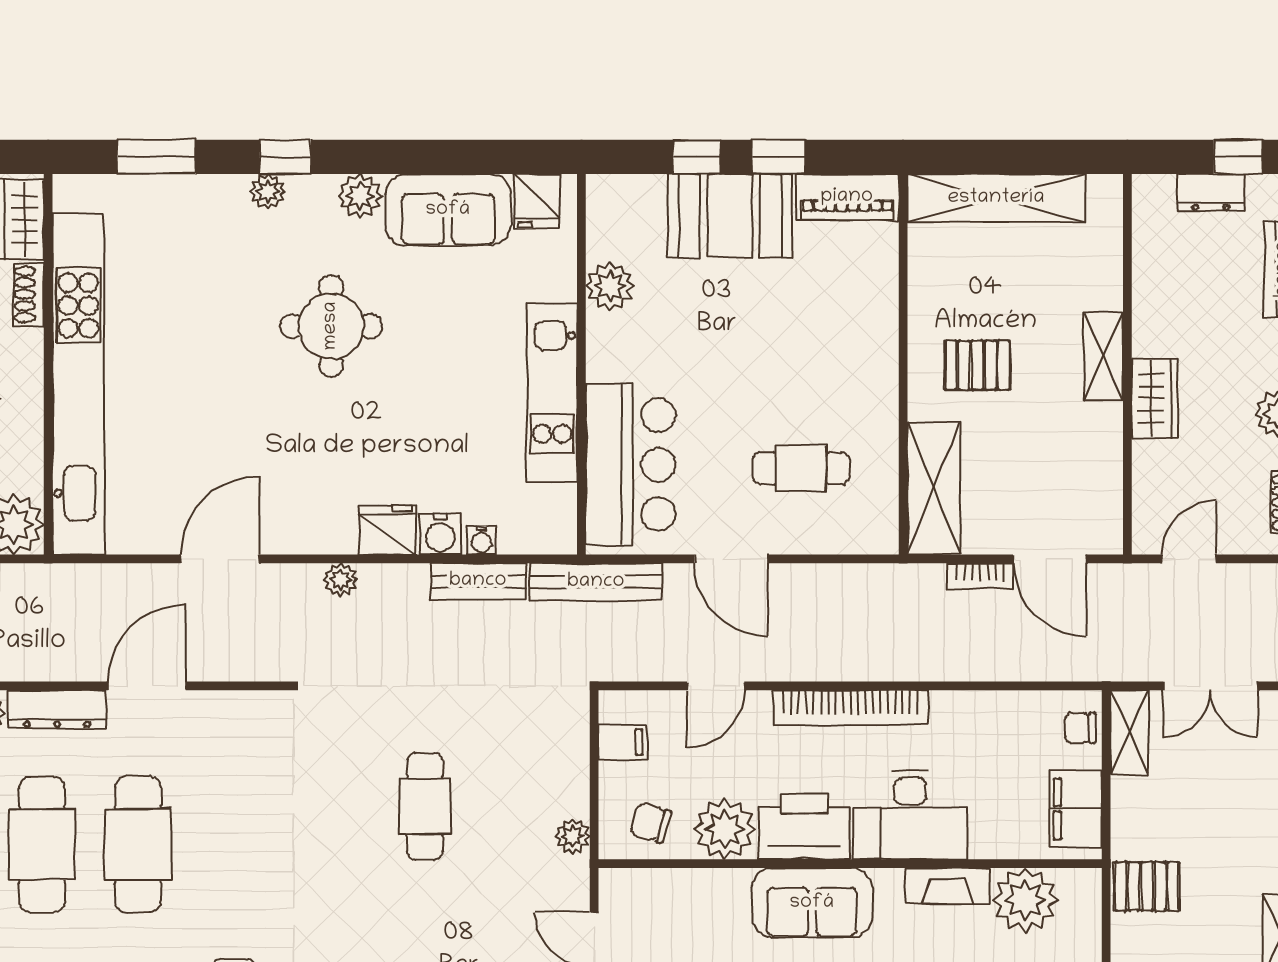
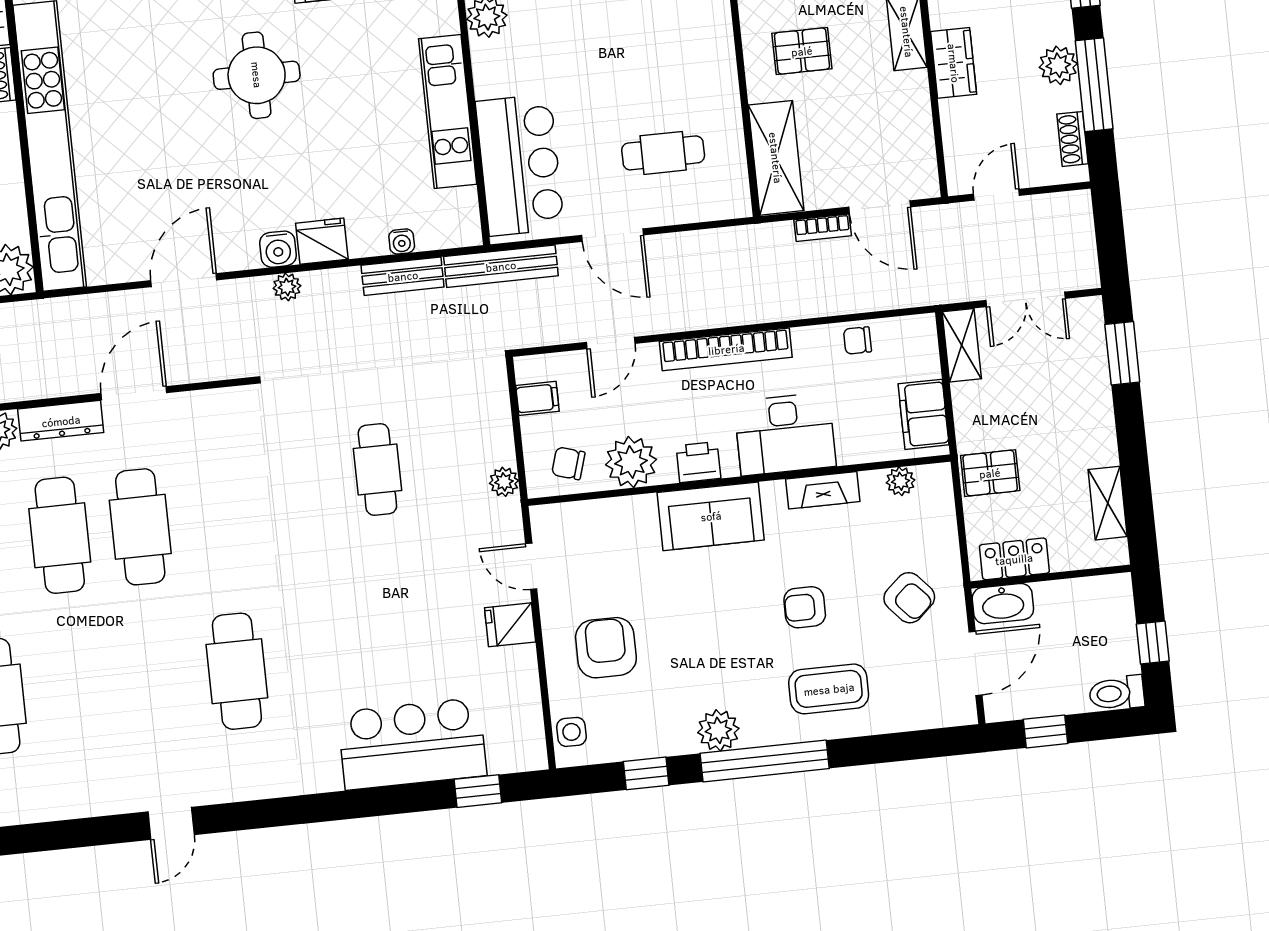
water cooler: (440, 534) -> (278, 249), moved
chair: (1080, 728) -> (857, 340), moved
printer: (804, 827) -> (698, 462), width x0.53, depth x0.68
plant: (1025, 900) -> (900, 481), width x0.53, depth x0.53

